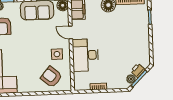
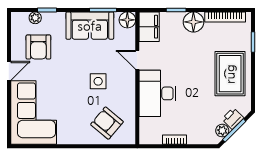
rug: (135, 40) -> (230, 74), added
side table: (57, 54) -> (98, 81), moved

